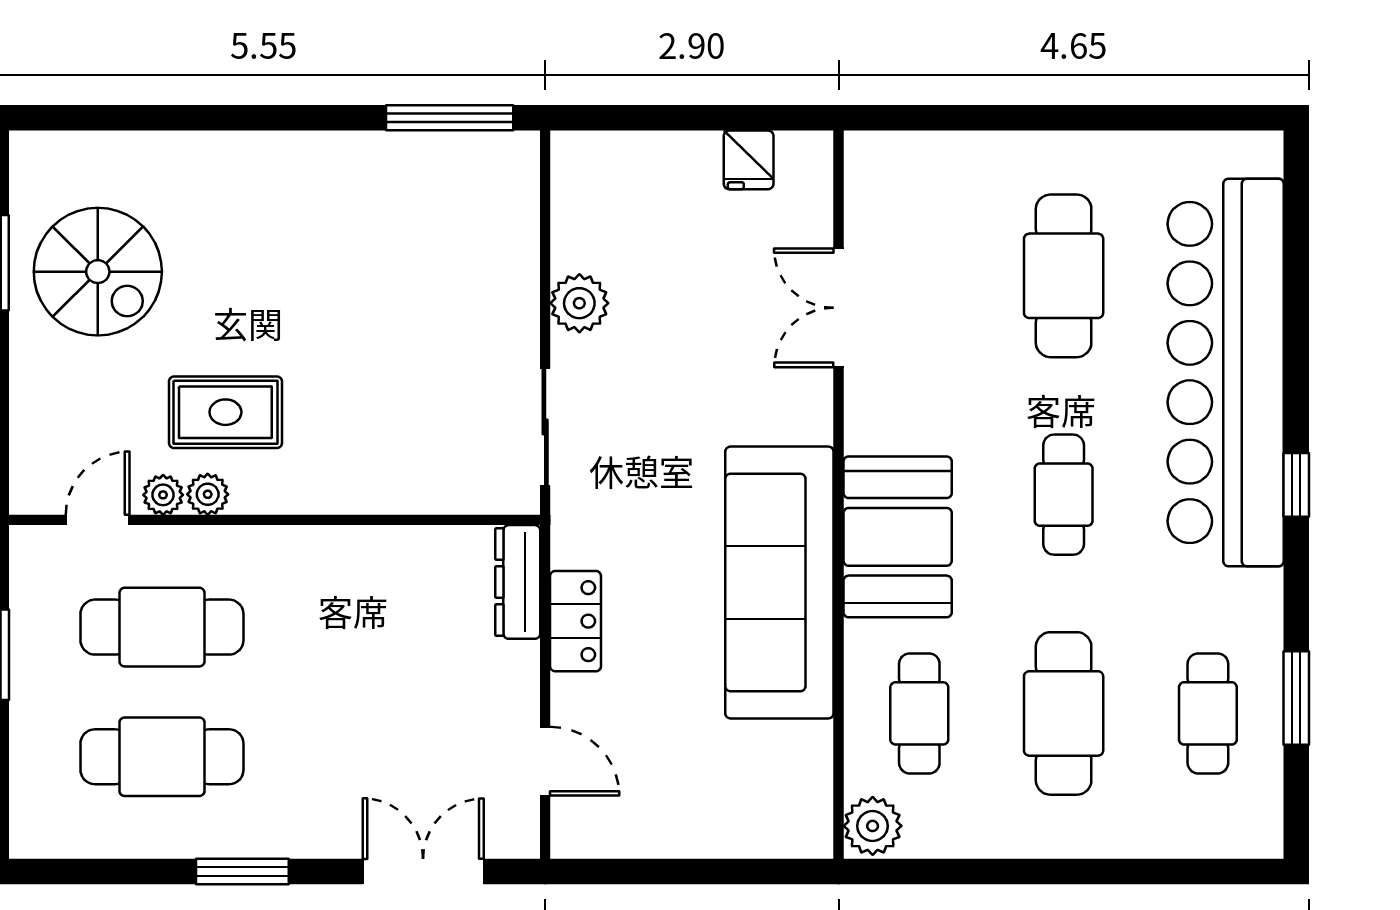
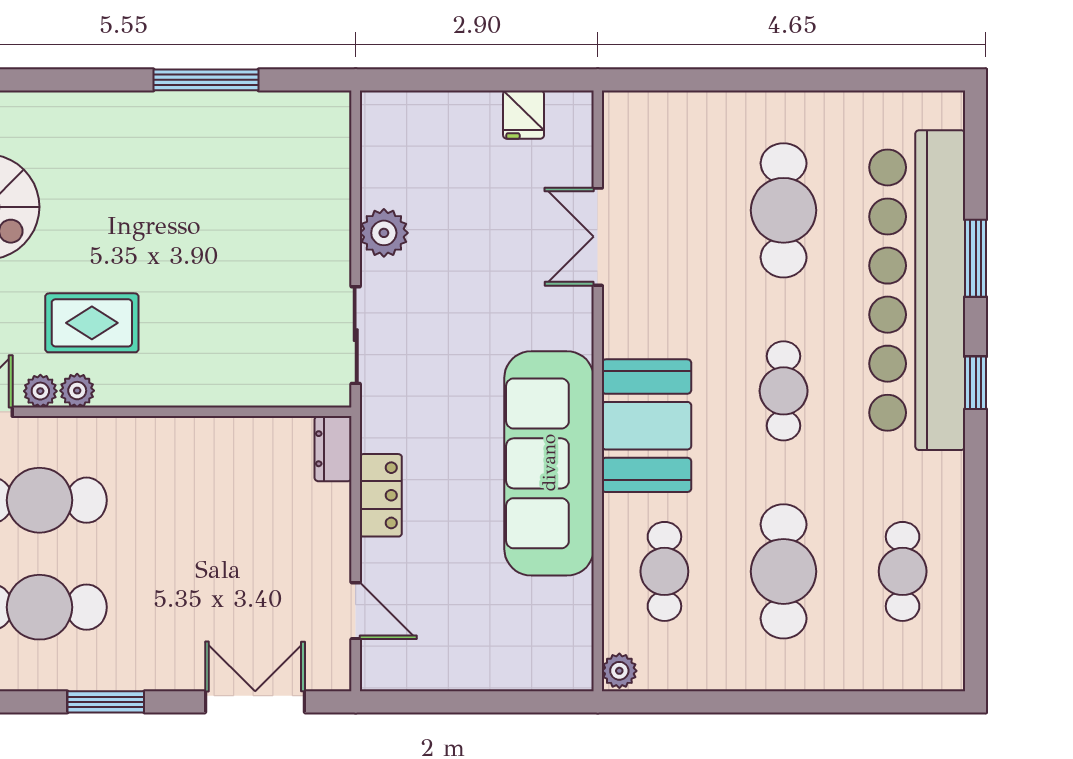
window: (450, 118) -> (206, 80), moved
dresser: (518, 582) -> (333, 449), width x0.70
window: (1296, 698) -> (976, 258), moved
plant: (873, 826) -> (619, 671), width x0.73, depth x0.73

